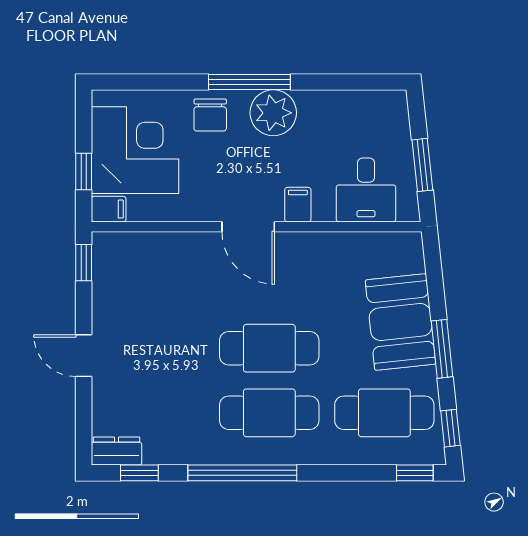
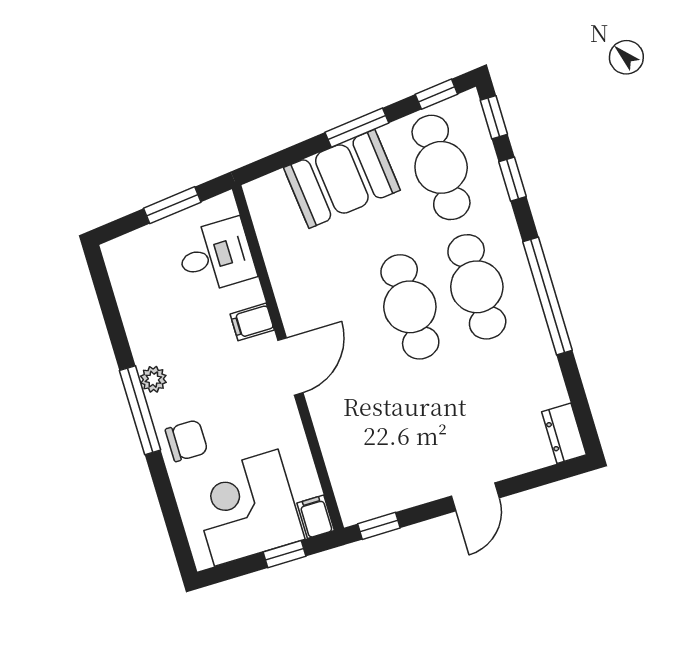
plant: (273, 113) -> (153, 379), width x0.53, depth x0.53
window: (139, 473) -> (512, 179), moved

